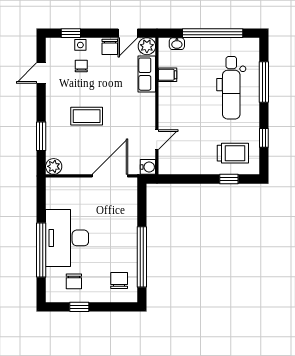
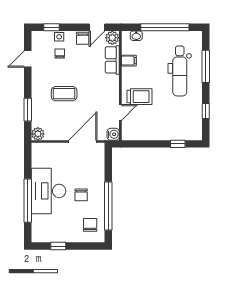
trolley: (233, 153) -> (139, 97), moved
chair: (74, 281) -> (81, 195), moved

